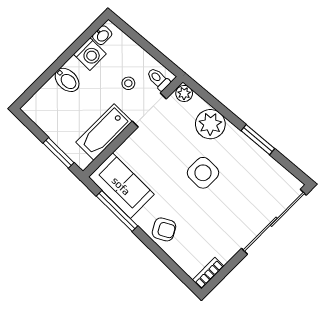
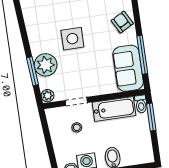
toilet: (158, 79) -> (141, 104), moved
doorway: (149, 110) -> (76, 101), width x0.73
window: (258, 140) -> (32, 71), moved

